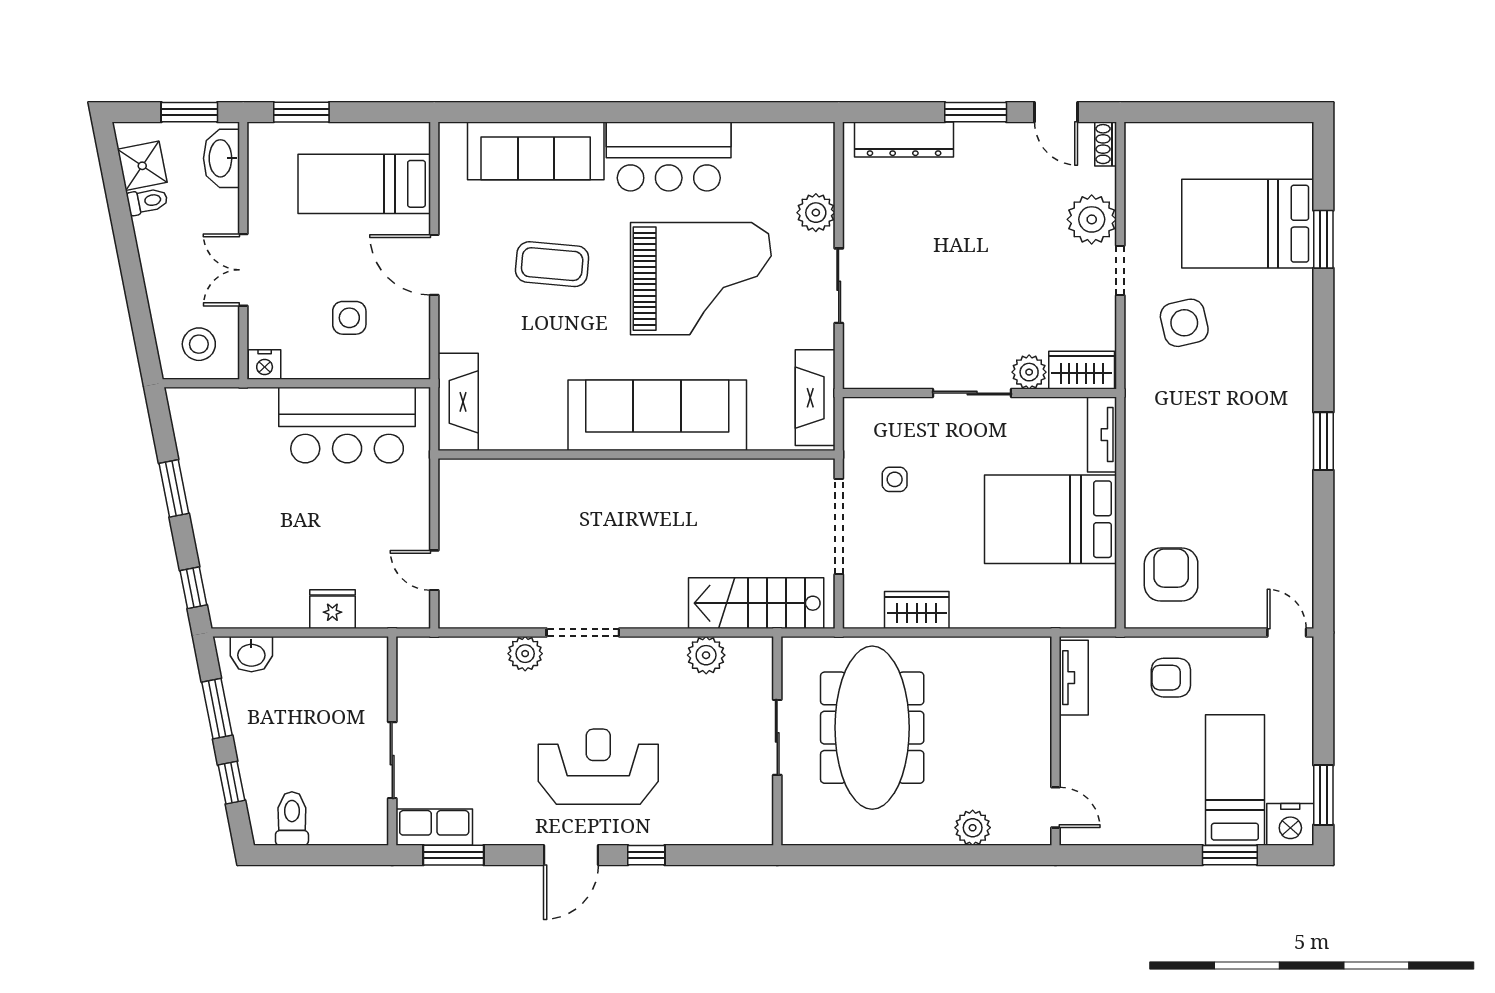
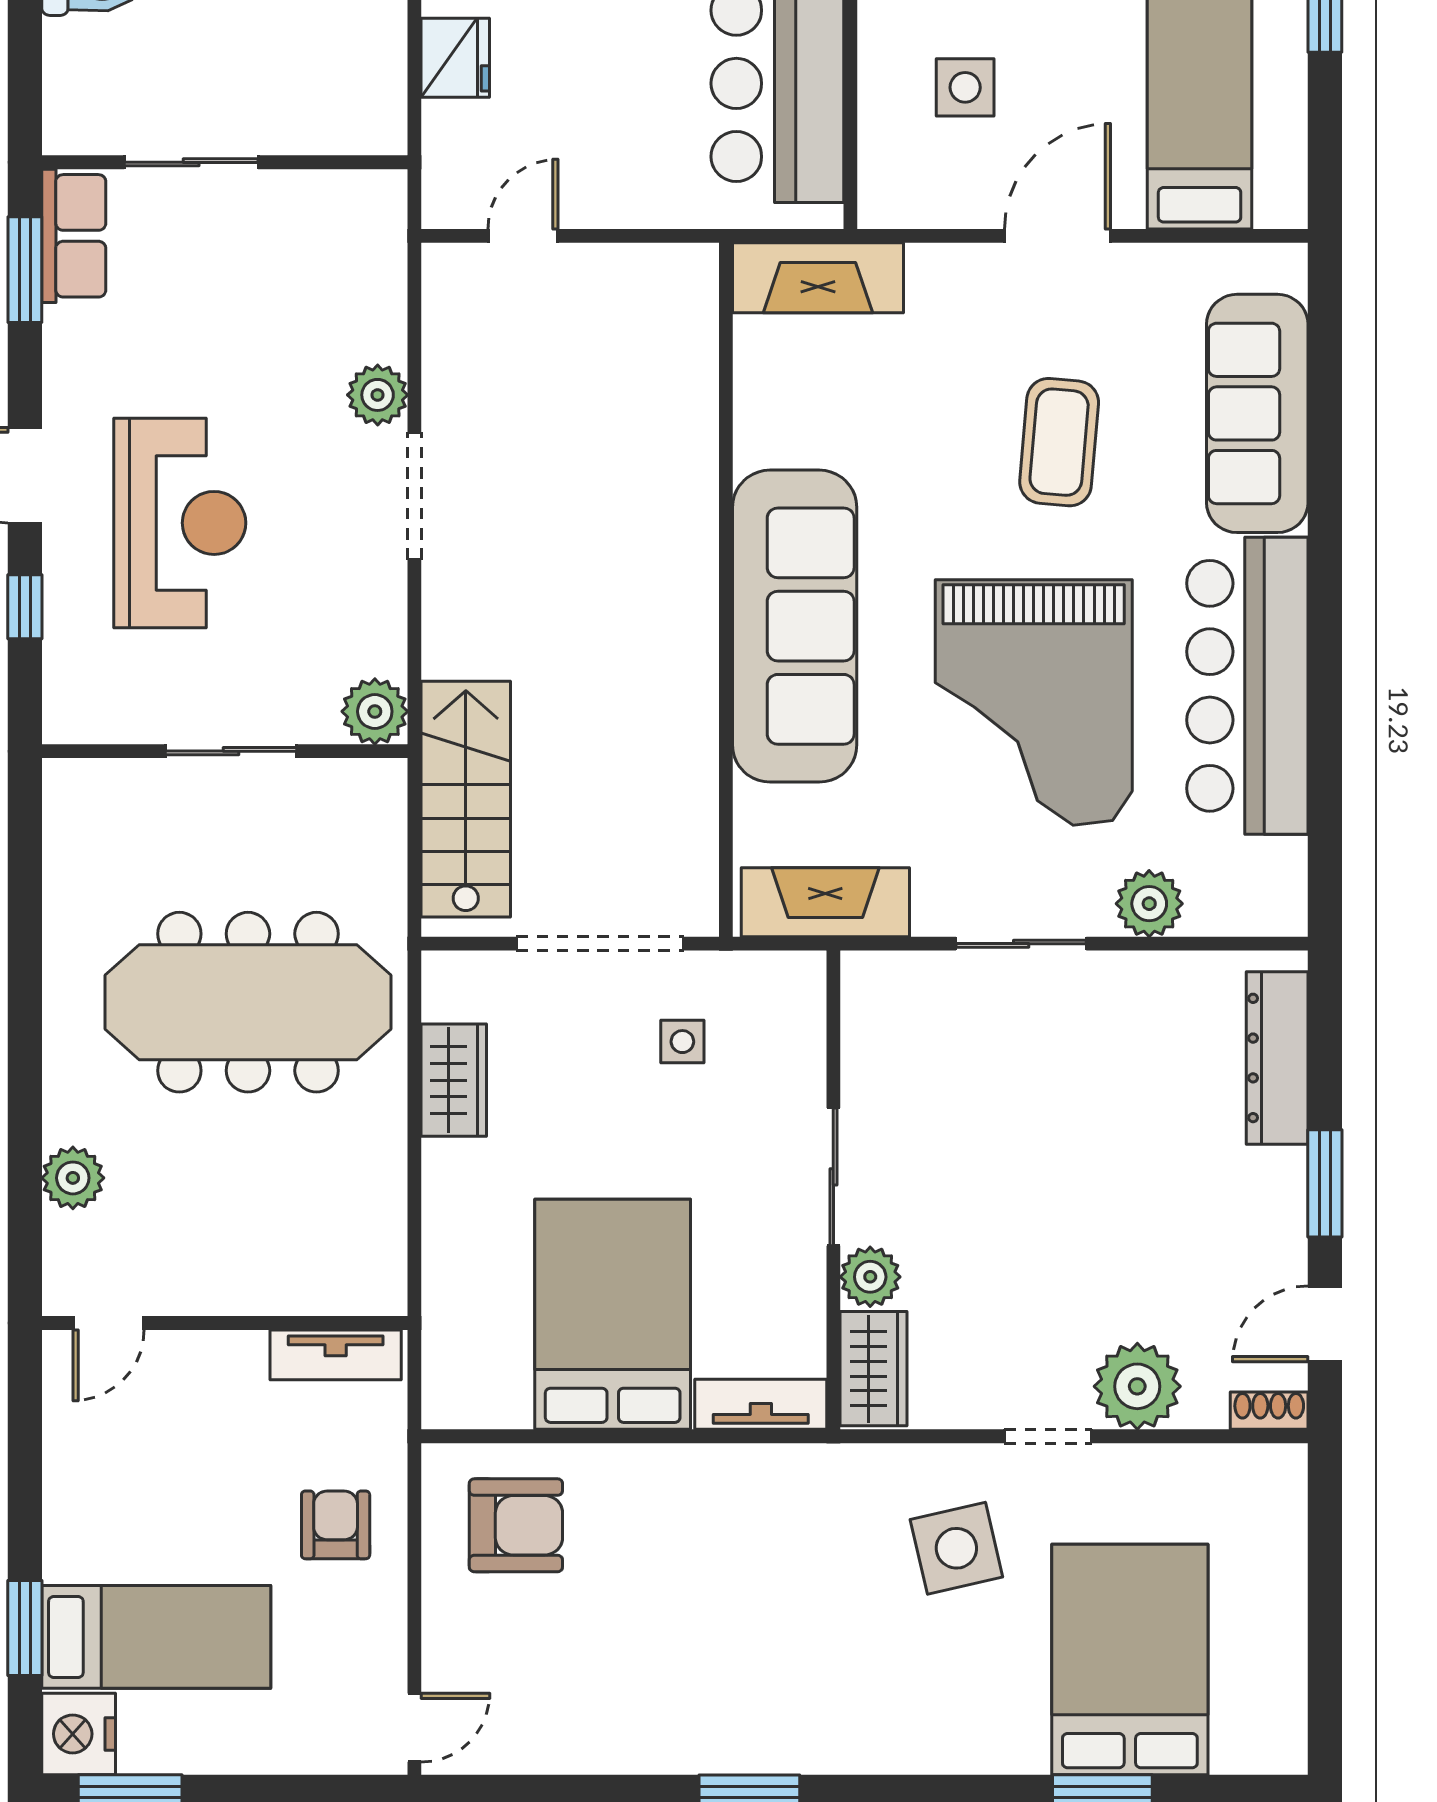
bar counter: (669, 156) -> (1247, 686), width x1.36
sliding door: (777, 737) -> (231, 751), moved
wall: (777, 741) -> (225, 751), moved

